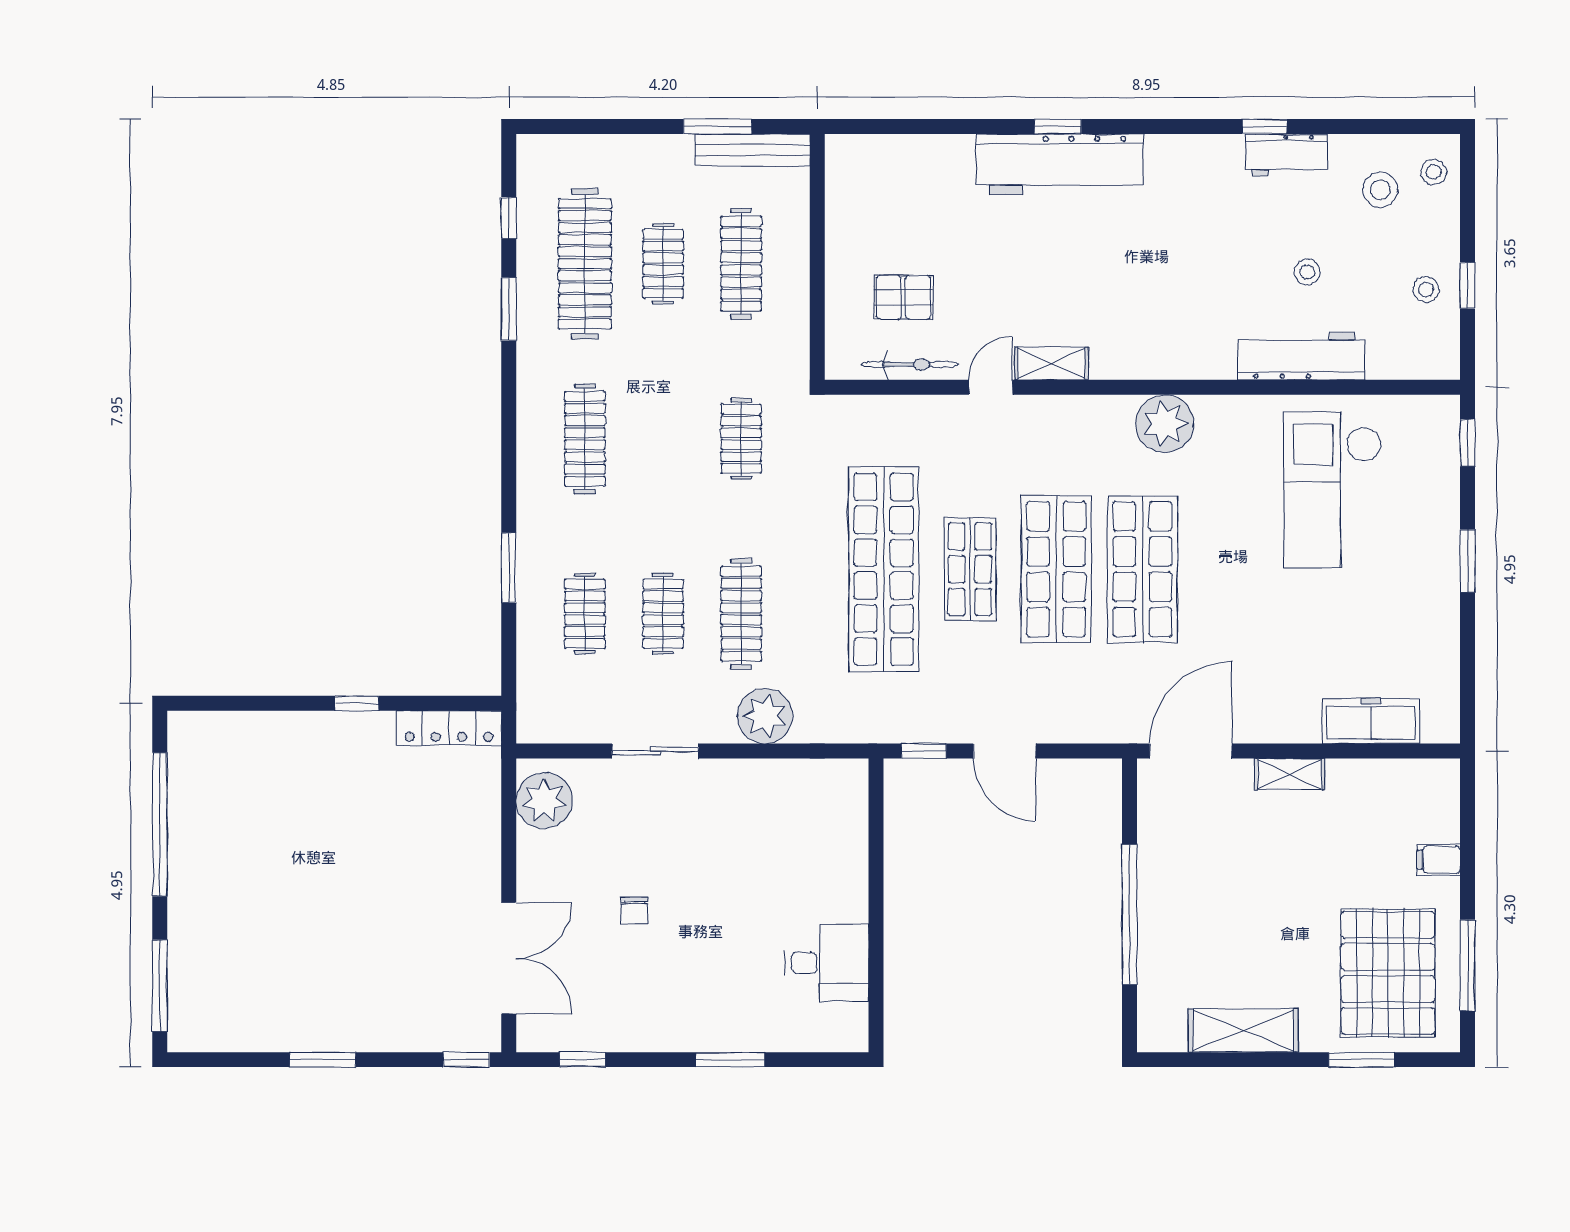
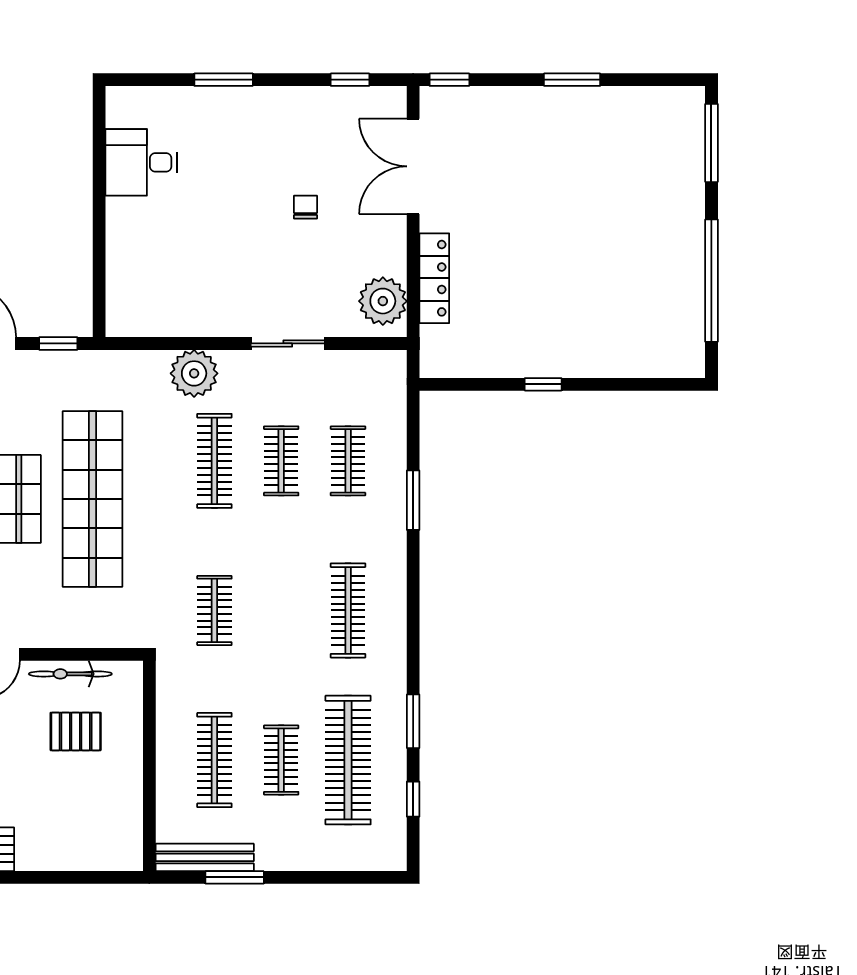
locker: (449, 728) -> (434, 278), moved, turned 90

